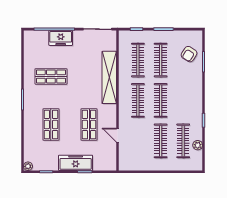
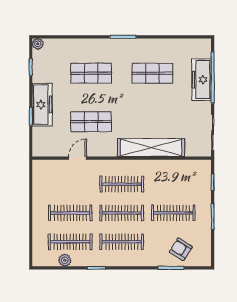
freezer: (61, 38) -> (202, 80), width x1.40
clothes rail: (138, 60) -> (122, 242), moved
shop shelf: (51, 76) -> (152, 73), turned 90

